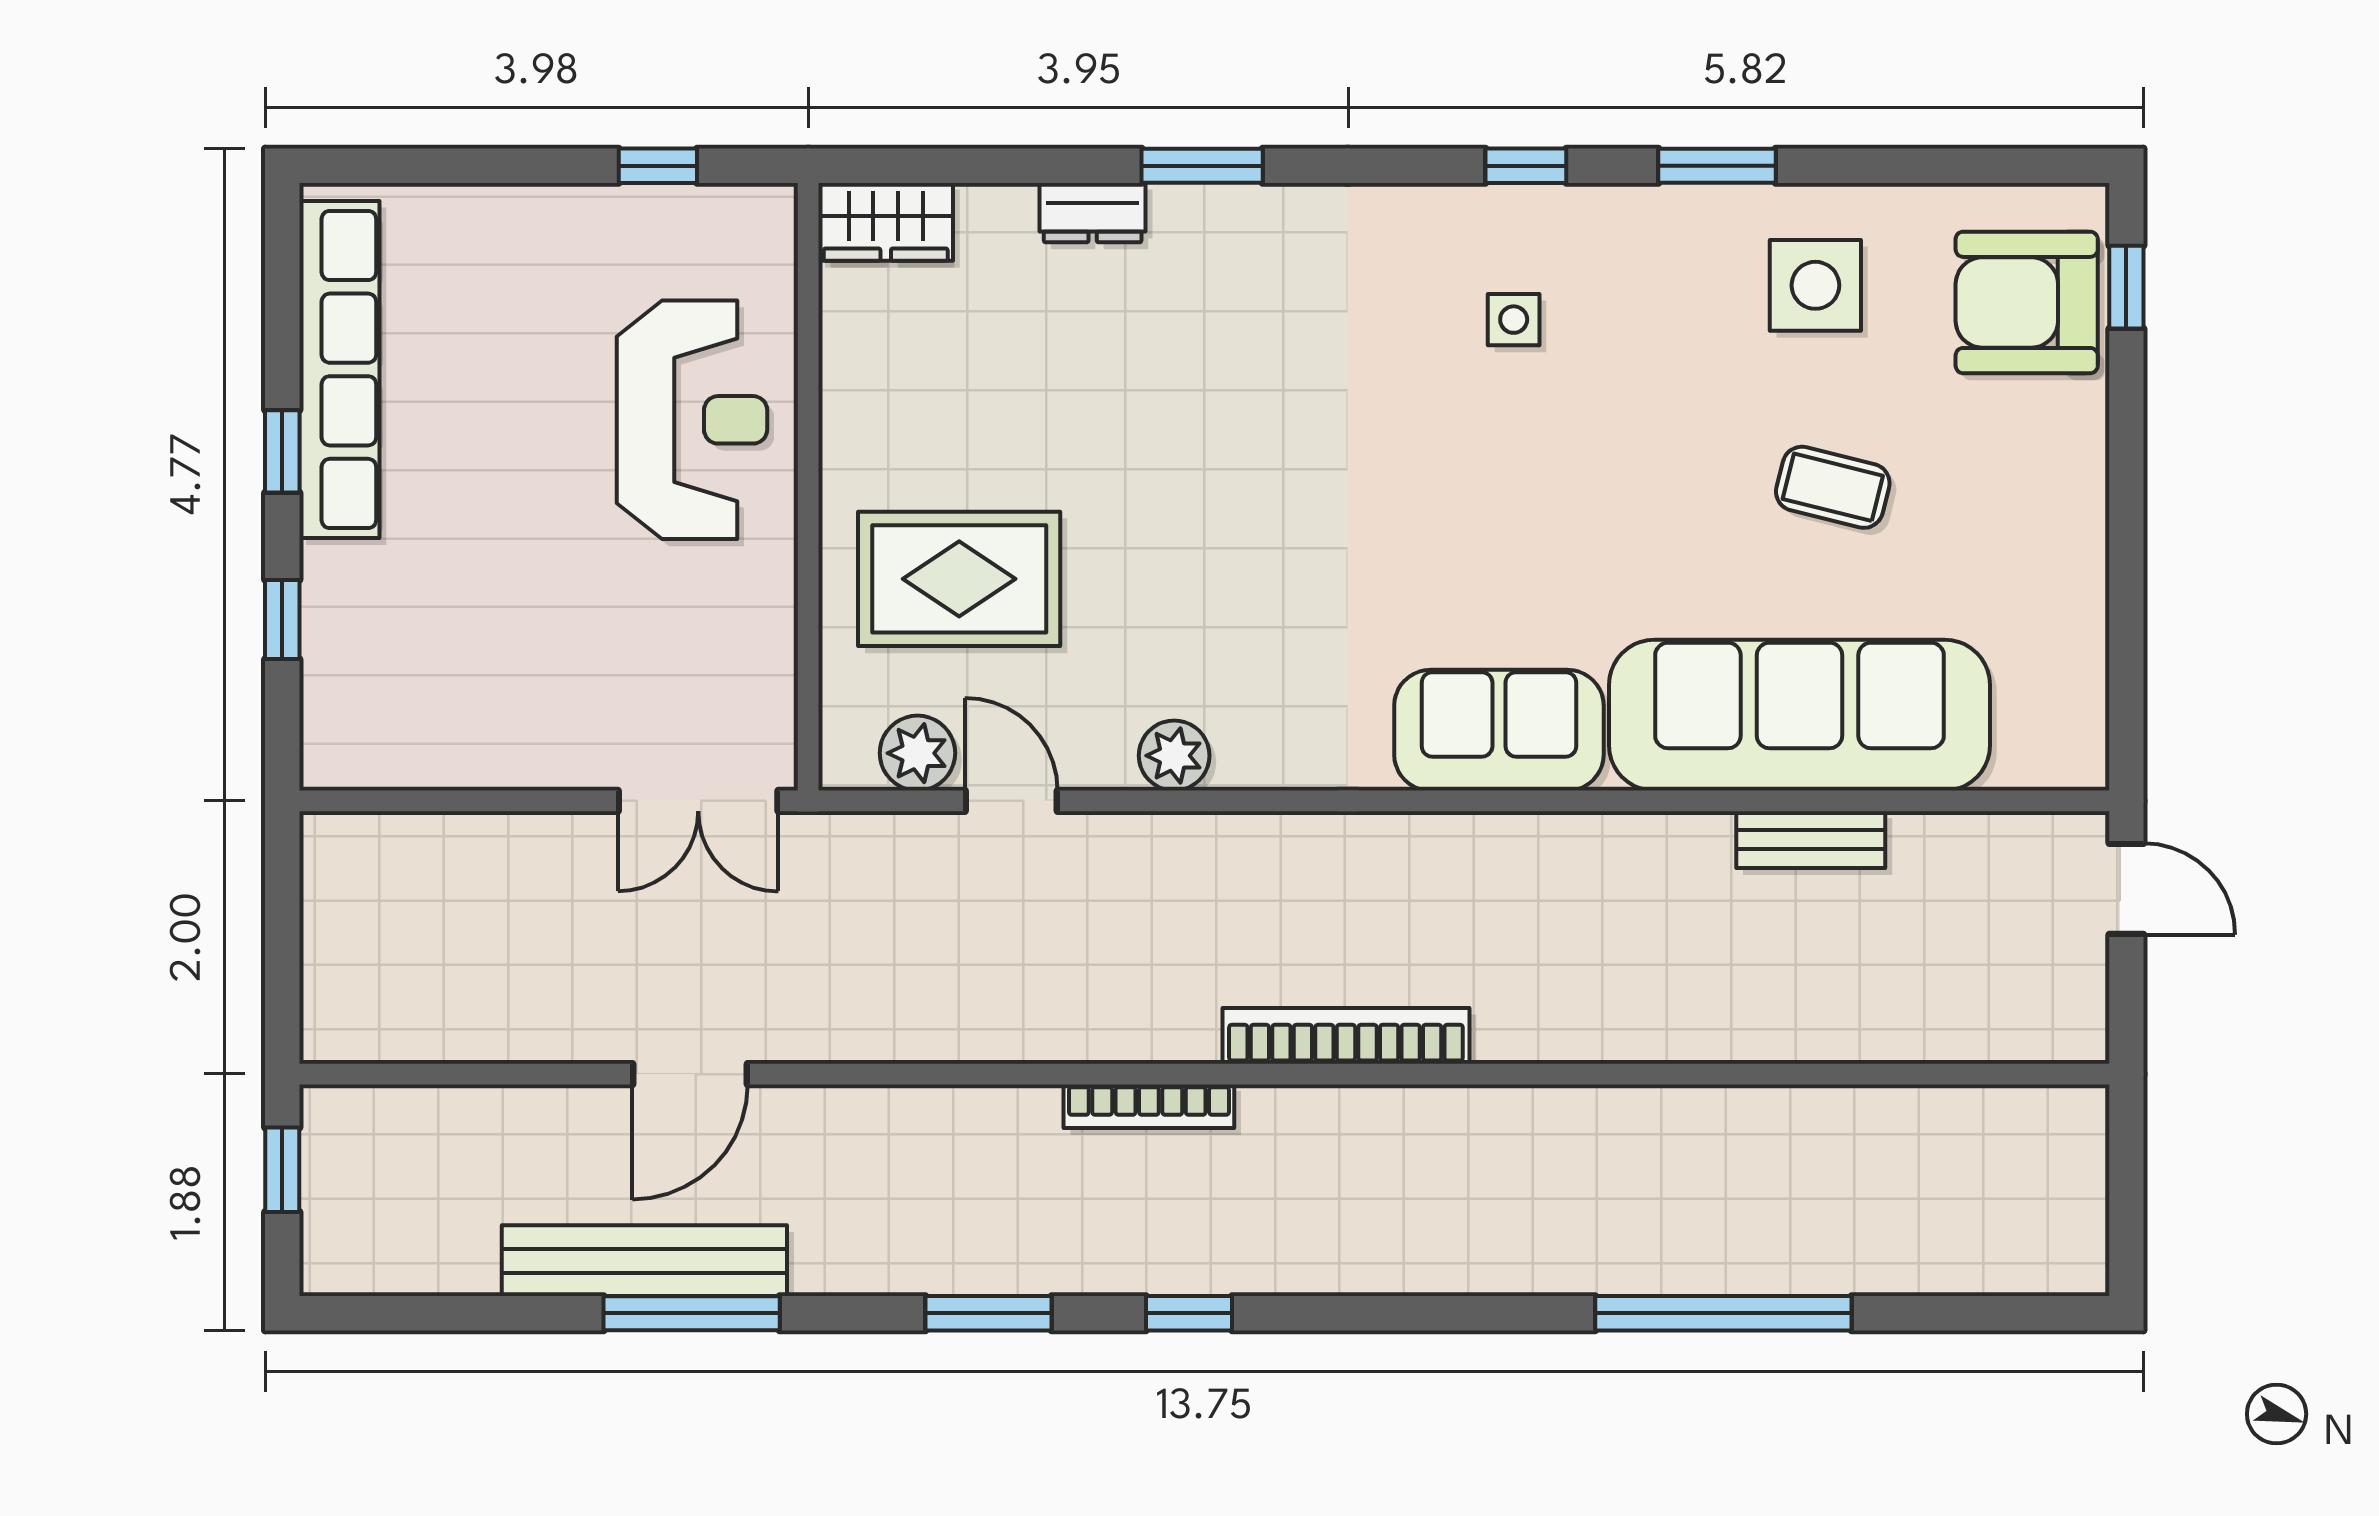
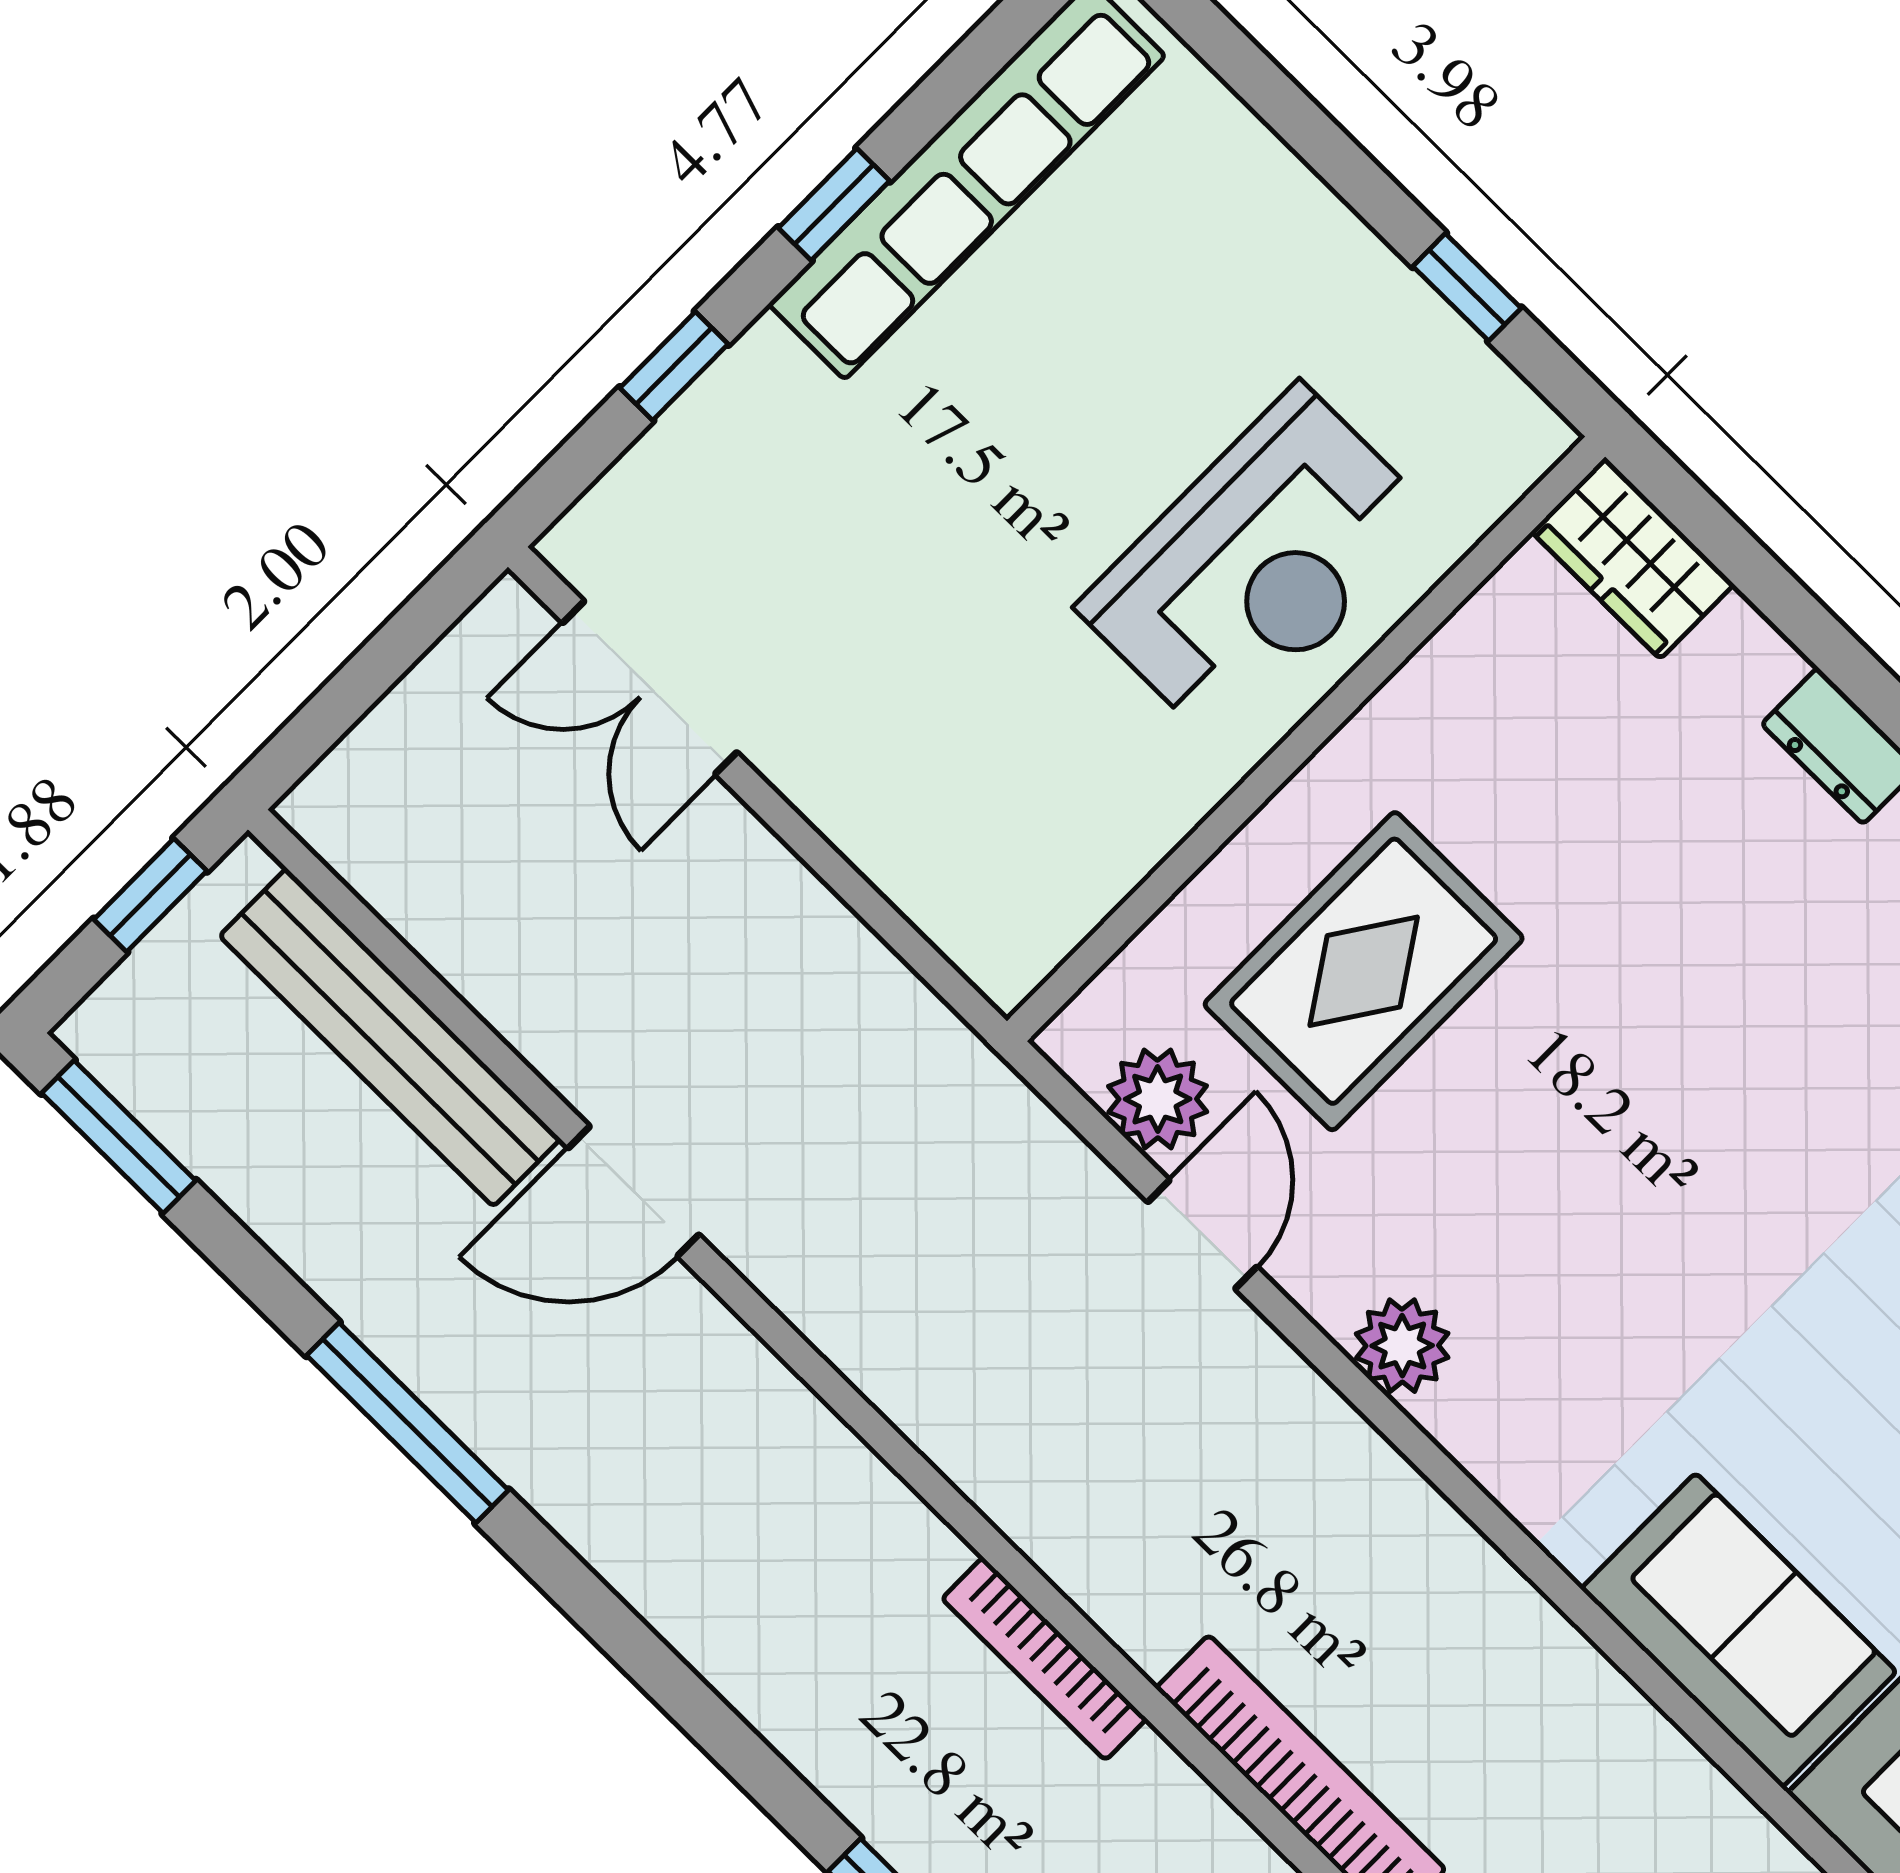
rug: (959, 579) -> (1364, 971), turned 90
double door: (698, 801) -> (650, 688), moved
bench: (644, 1261) -> (390, 1037), moved
window: (989, 1313) -> (119, 1137), moved

